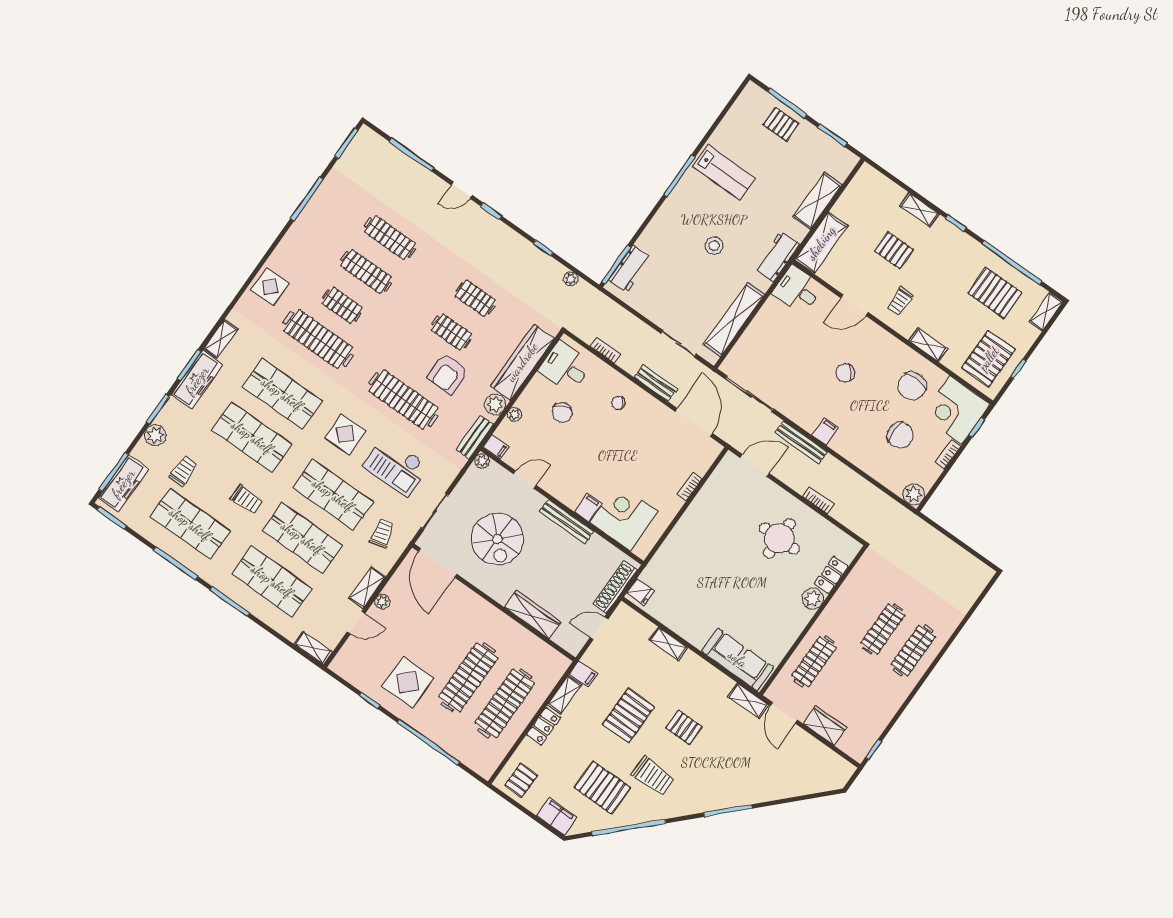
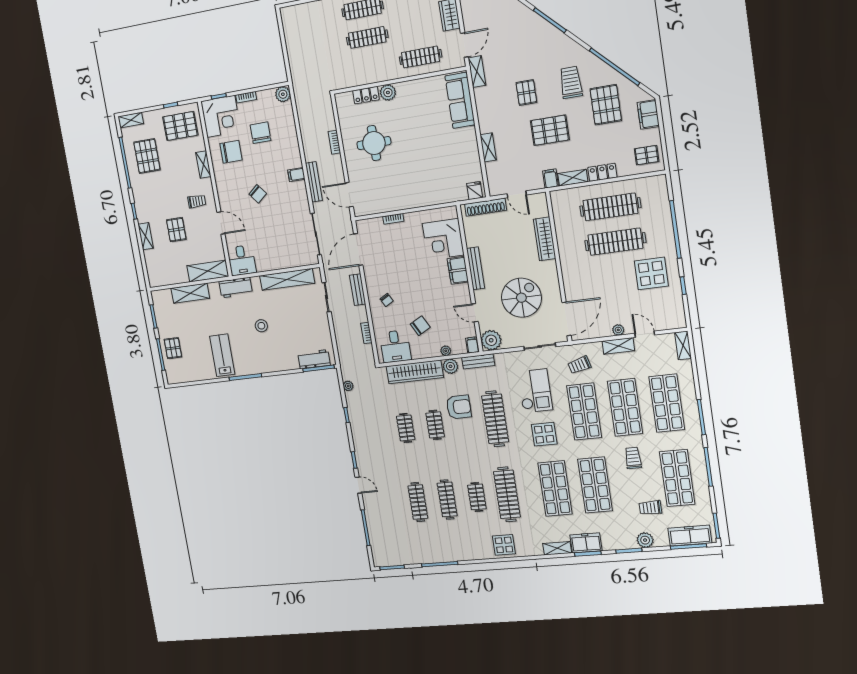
freezer: (197, 380) -> (586, 543), width x0.71
plant: (482, 461) -> (491, 340), width x1.88, depth x1.88
filing cabinet: (588, 507) -> (458, 270), width x2.00

